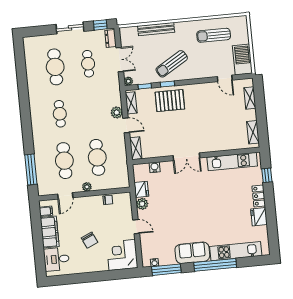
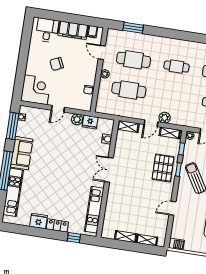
barbecue: (242, 59) -> (176, 244), width x0.53, depth x0.65
door: (225, 78) -> (172, 208), moved
shelving: (253, 132) -> (126, 237), moved
window: (31, 170) -> (133, 28), width x0.69

